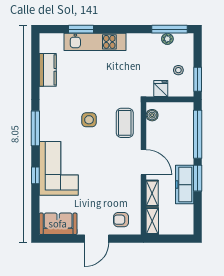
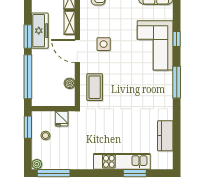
plant: (167, 39) -> (37, 164), moved
boiler: (152, 115) -> (70, 83), moved
side table: (89, 120) -> (104, 44), moved

